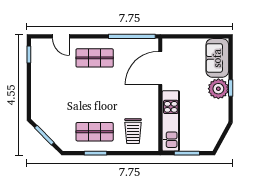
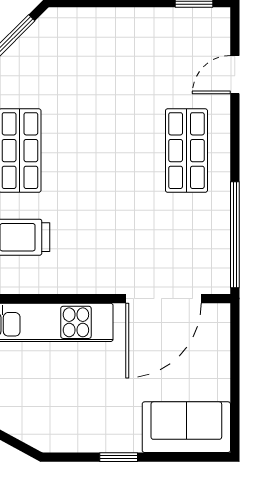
door: (160, 68) -> (163, 299), swing flipped
plant: (218, 89) -> (117, 430), removed

